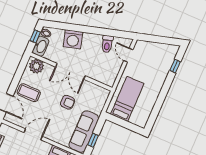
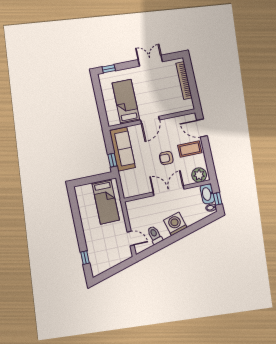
washing machine: (73, 39) -> (175, 224), moved
armchair: (68, 102) -> (166, 158), moved
door: (33, 134) -> (150, 120), moved
window: (93, 140) -> (112, 160), moved

